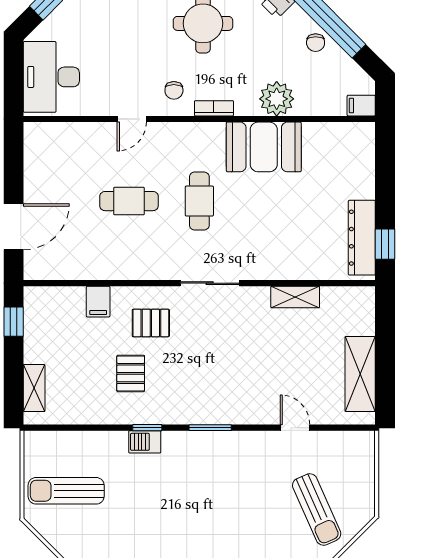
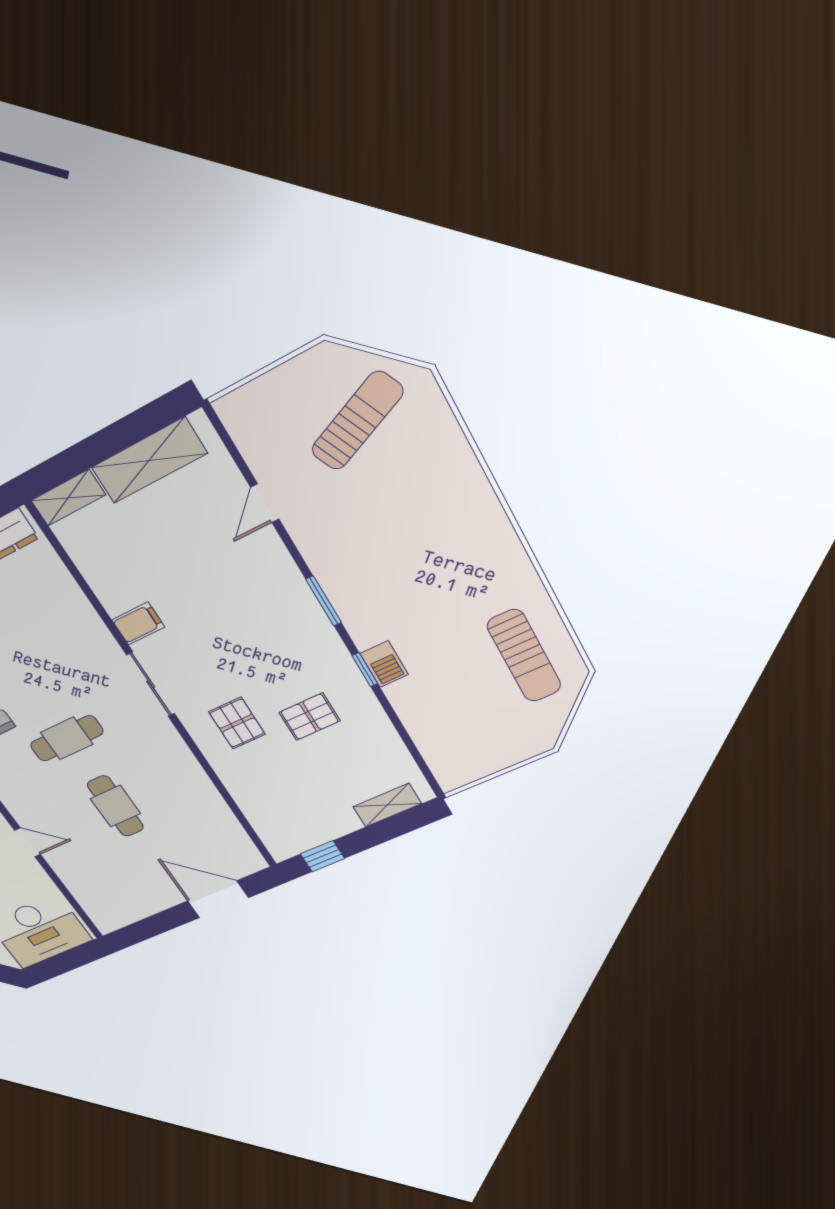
shelving: (295, 297) -> (68, 498), moved, turned 90
filing cabinet: (98, 302) -> (138, 623), moved
sun lounger: (66, 491) -> (524, 656), moved

